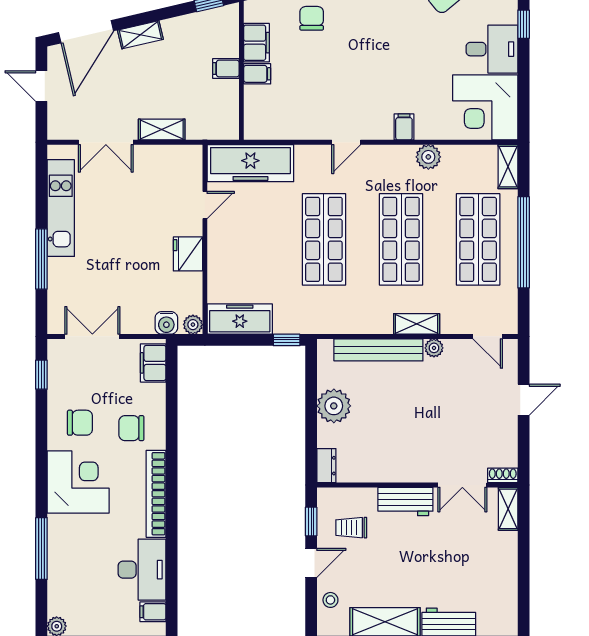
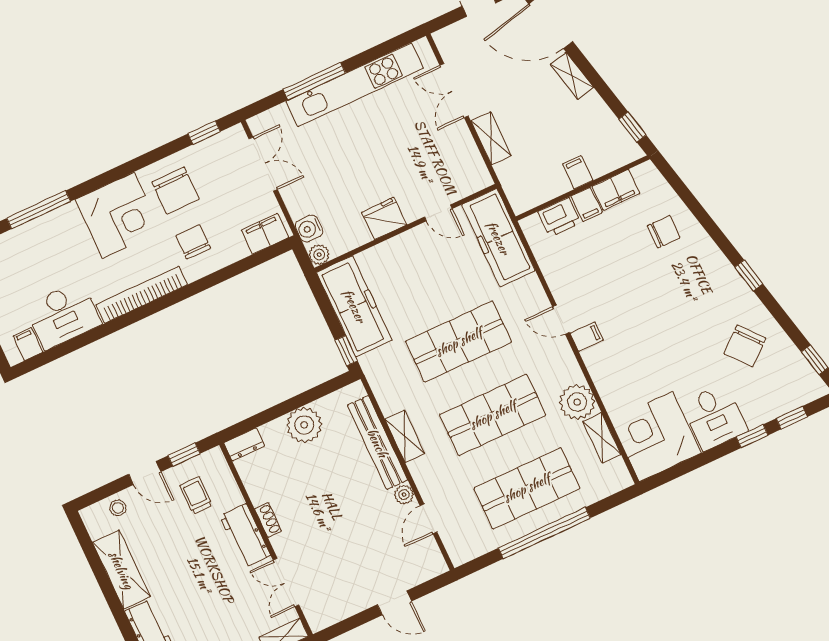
printer: (257, 102) -> (559, 217), added
filing cabinet: (404, 127) -> (587, 337), moved
plant: (428, 157) -> (577, 402), width x1.36, depth x1.36
shelving: (508, 167) -> (602, 438), moved, turned 90
kitchen unit: (61, 208) -> (355, 85), width x1.36
freezer: (240, 319) -> (354, 306), width x1.36, depth x1.26
shelving: (417, 324) -> (405, 436), moved
door: (488, 336) -> (429, 519), moved
chair: (80, 423) -> (176, 191), width x1.37, depth x1.37
shoe rack: (503, 475) -> (268, 520), moved

